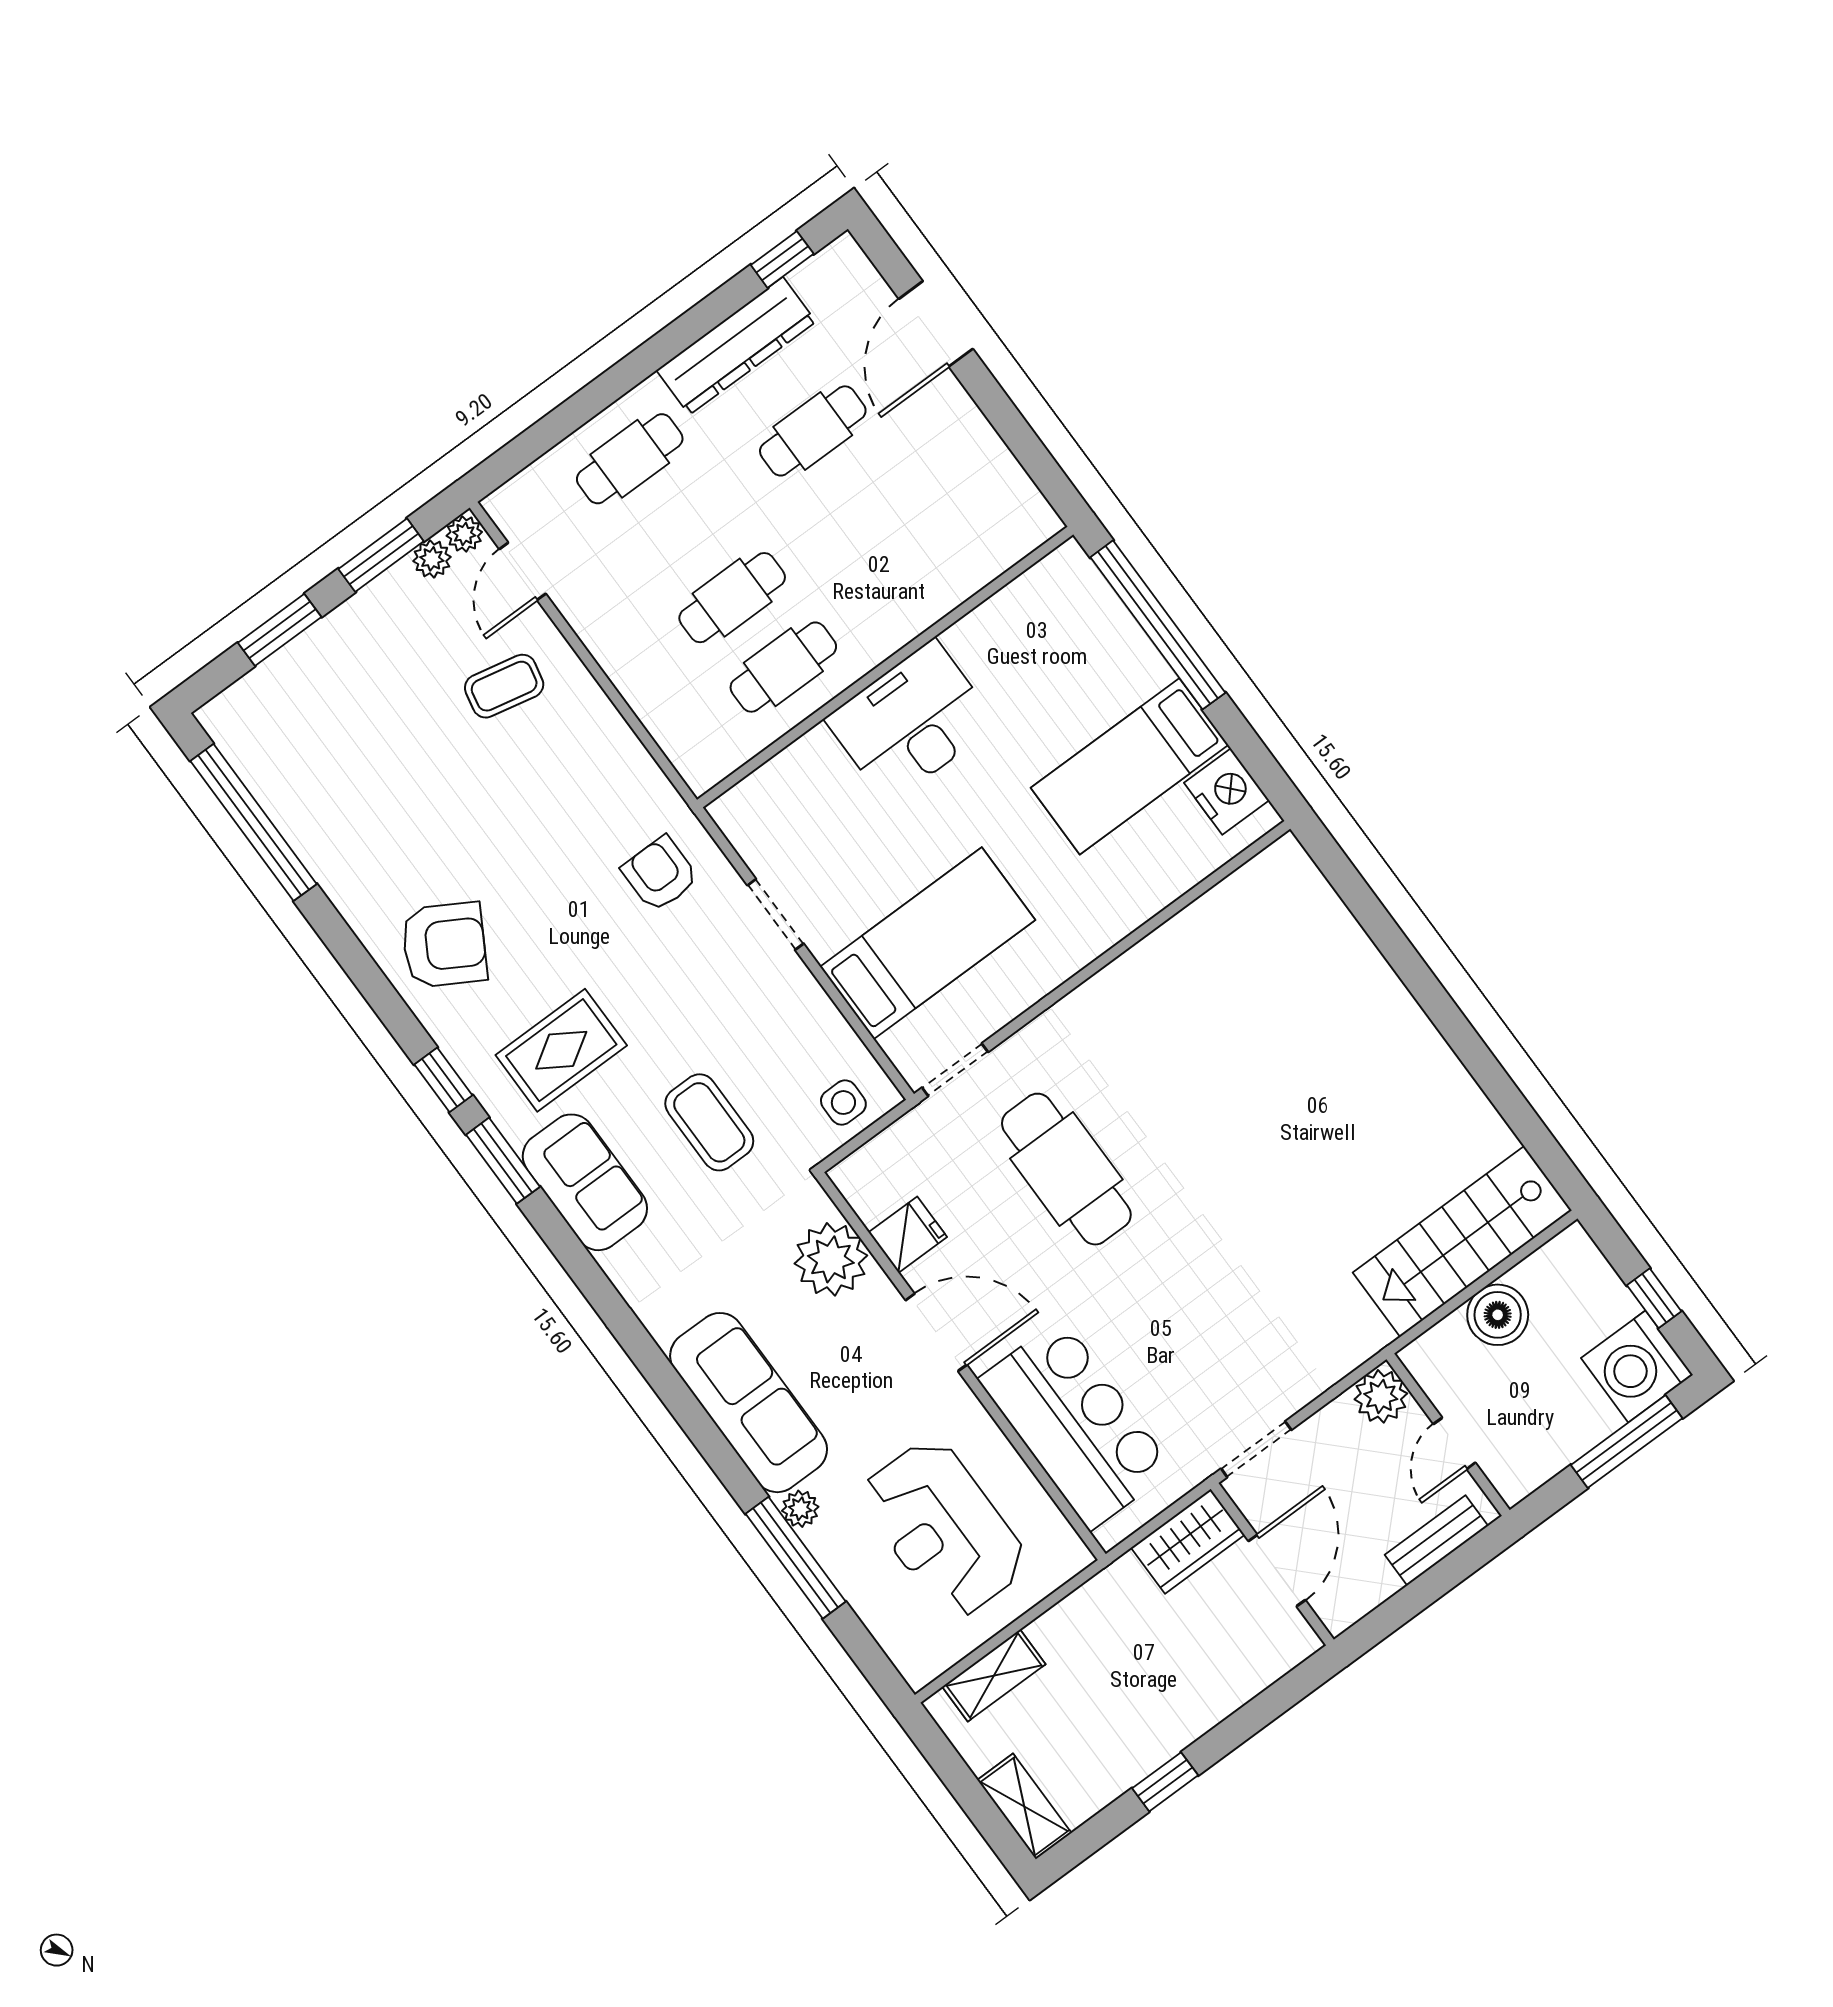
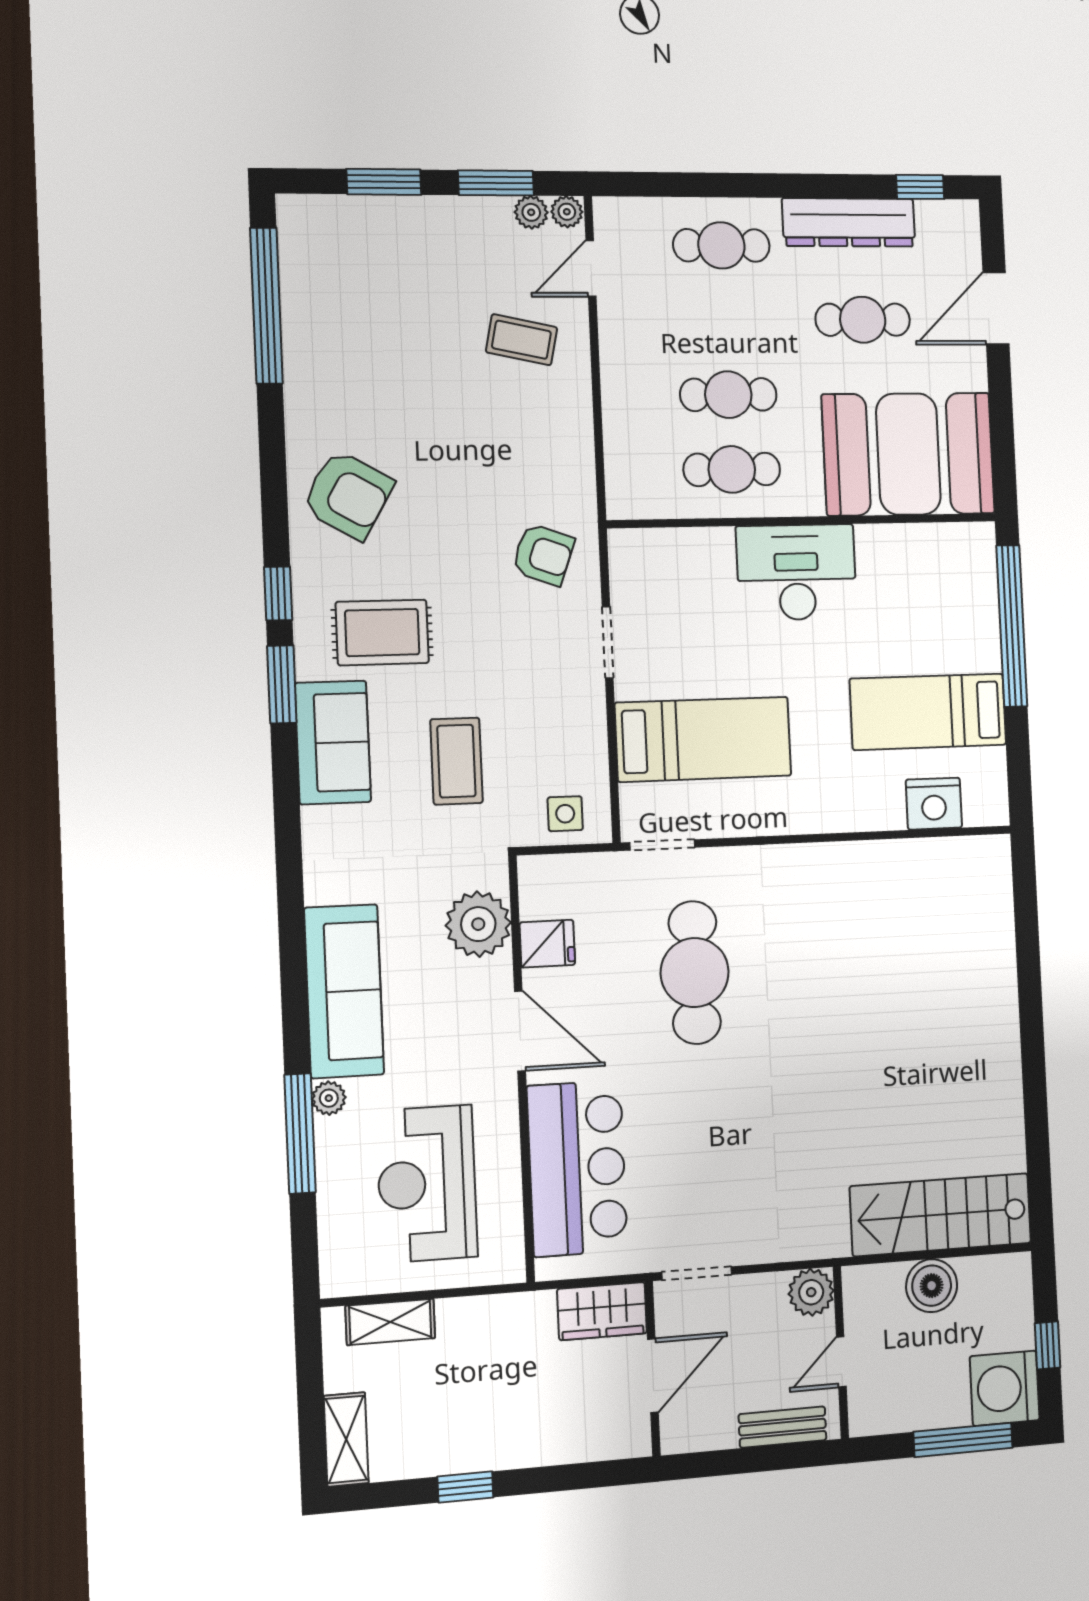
booth: (944, 530) -> (908, 454), added
nightstand: (1227, 792) -> (934, 804), moved, turned 90
armchair: (660, 874) -> (543, 555), turned 110

